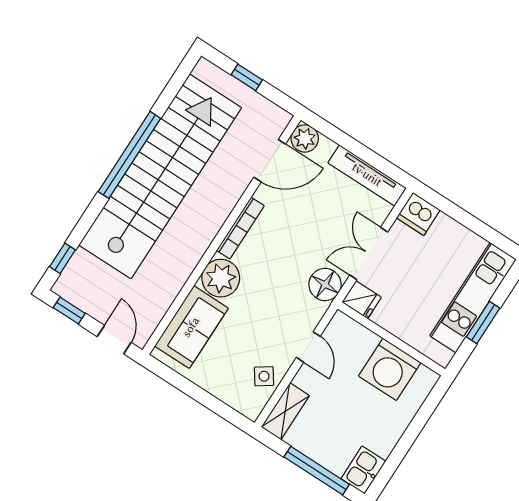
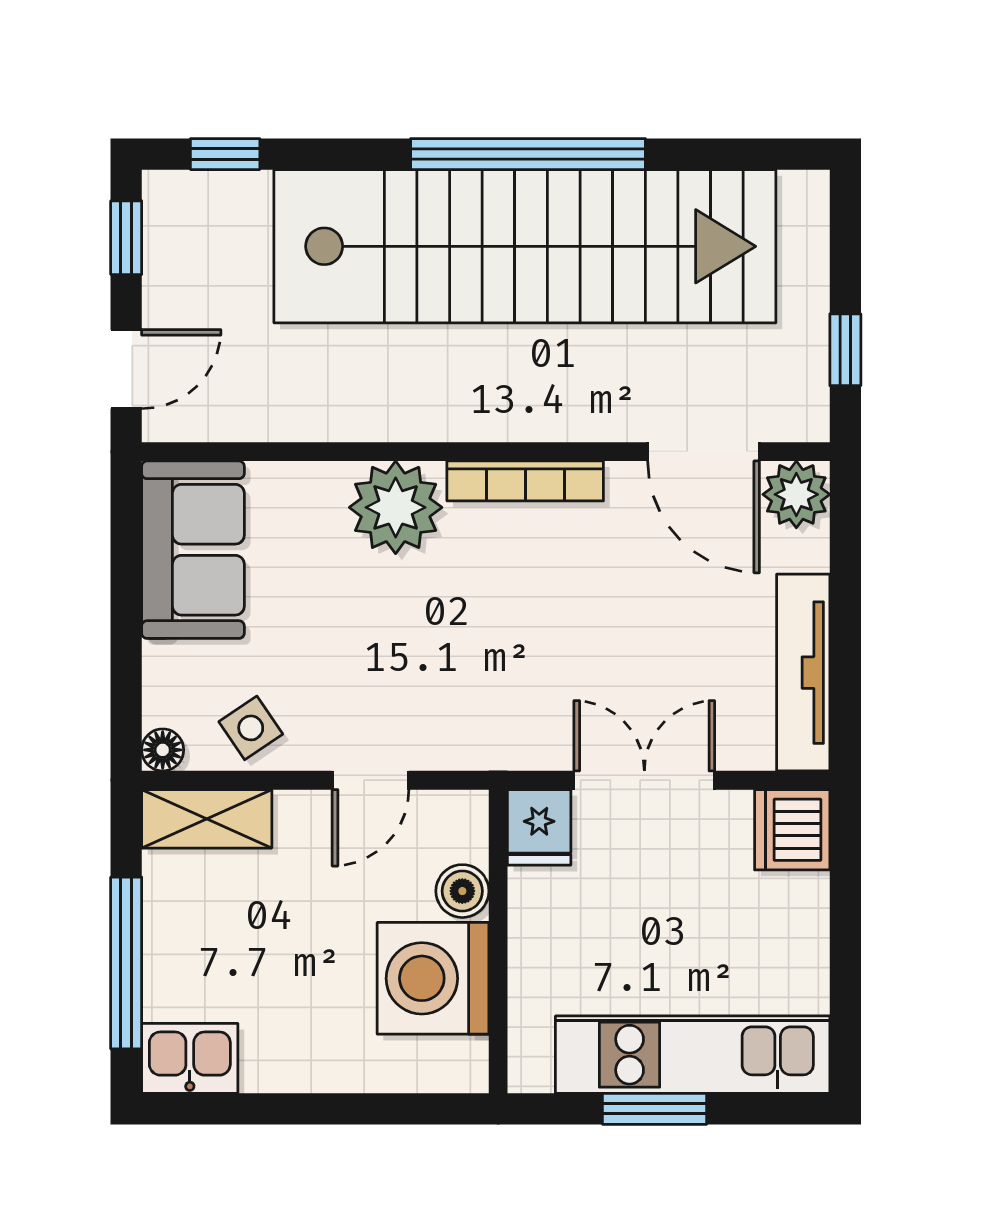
window: (247, 77) -> (845, 350), moved
floor lamp: (325, 285) -> (163, 750), moved, width x0.53, depth x0.53
sofa: (191, 327) -> (193, 550), moved, turned -90
boiler: (366, 340) -> (462, 891), added

